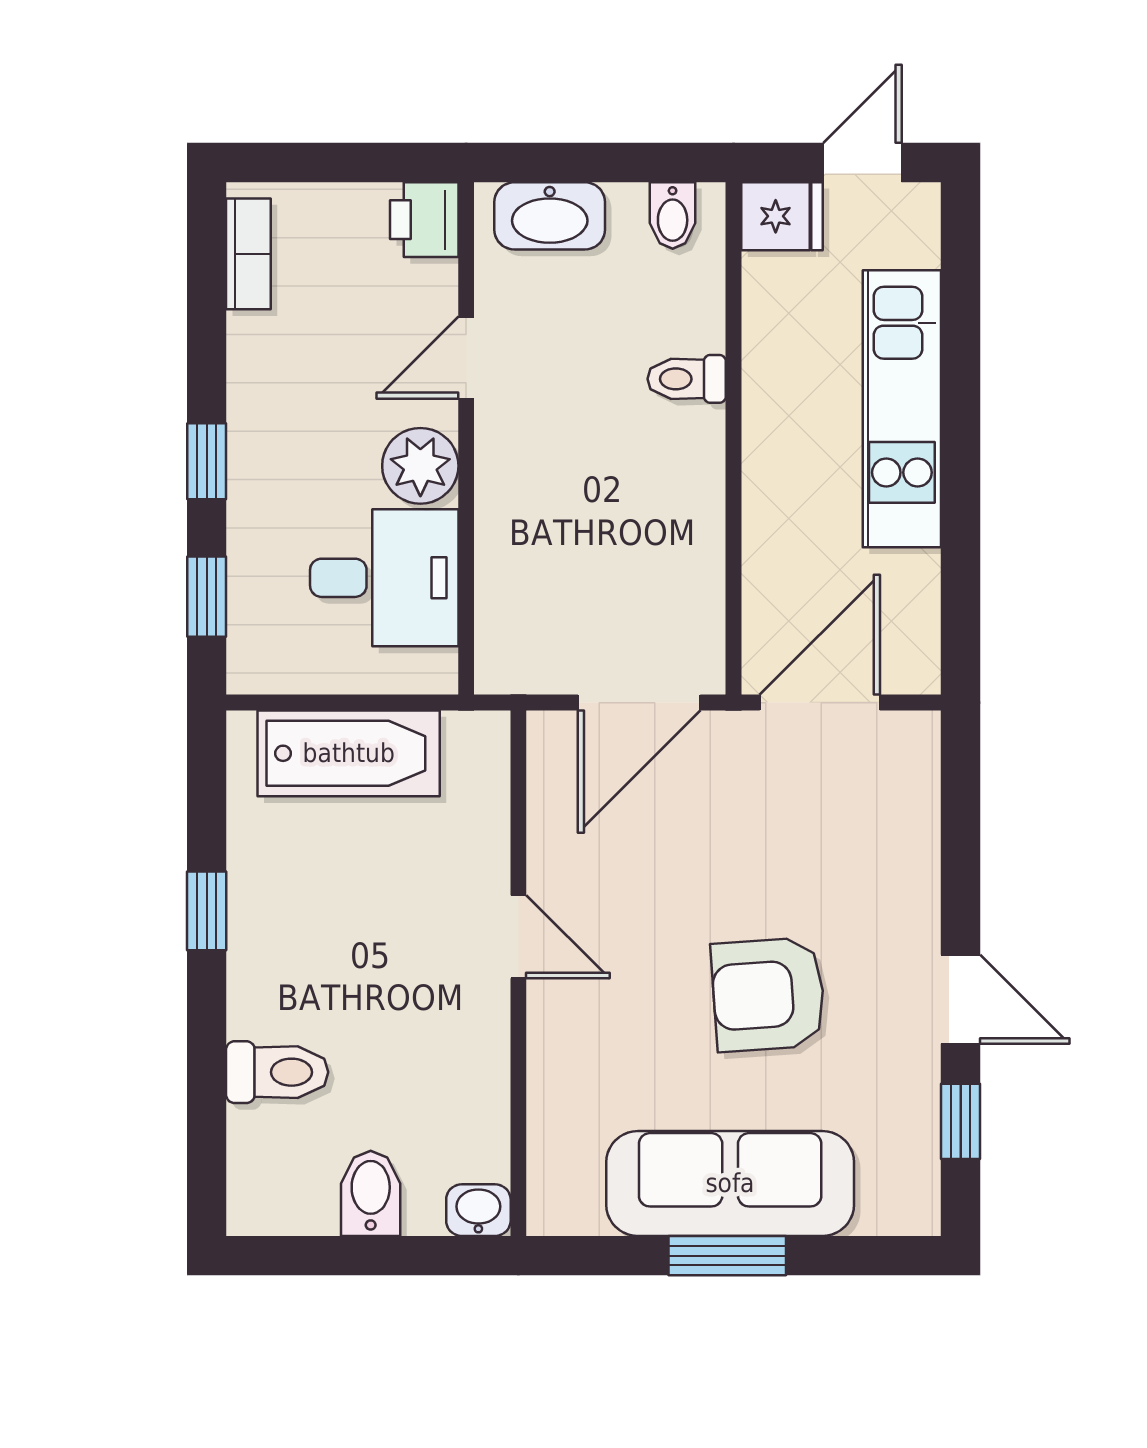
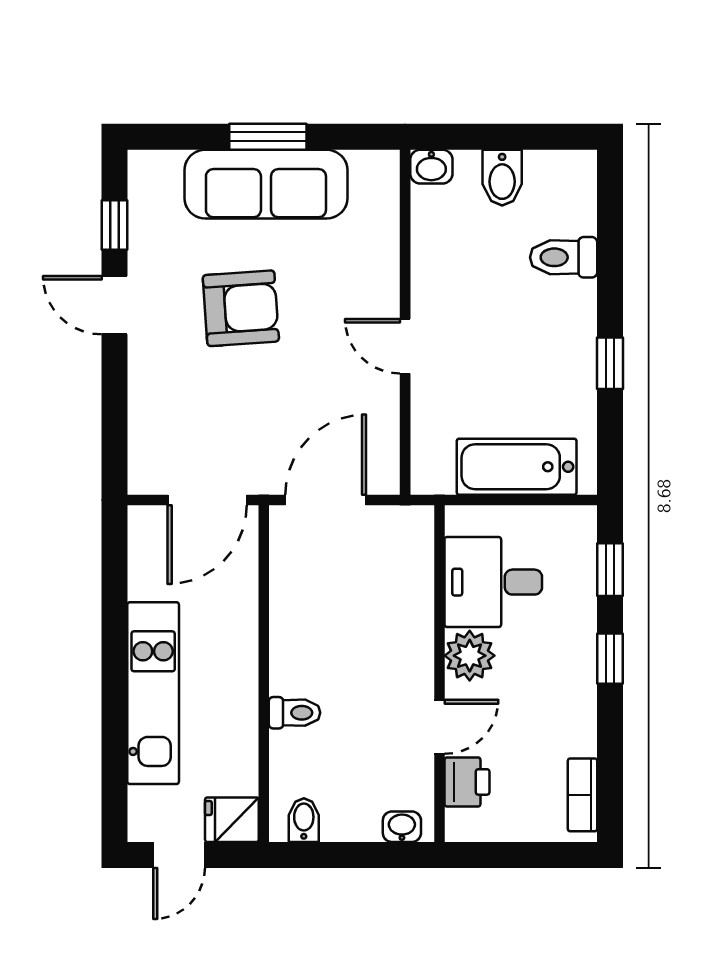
washbasin: (550, 216) -> (402, 827), width x0.52, depth x0.69
printer: (424, 220) -> (467, 782), moved

